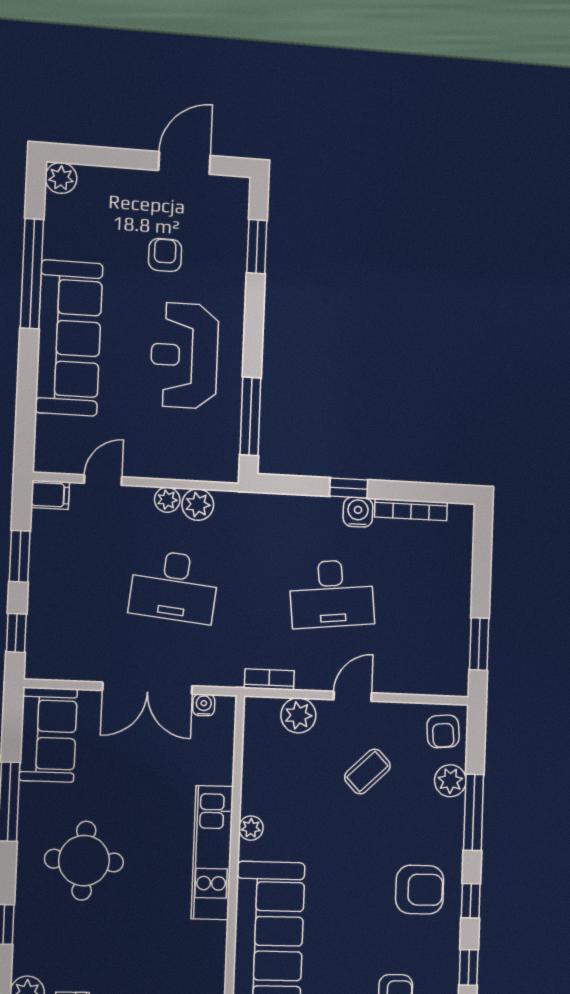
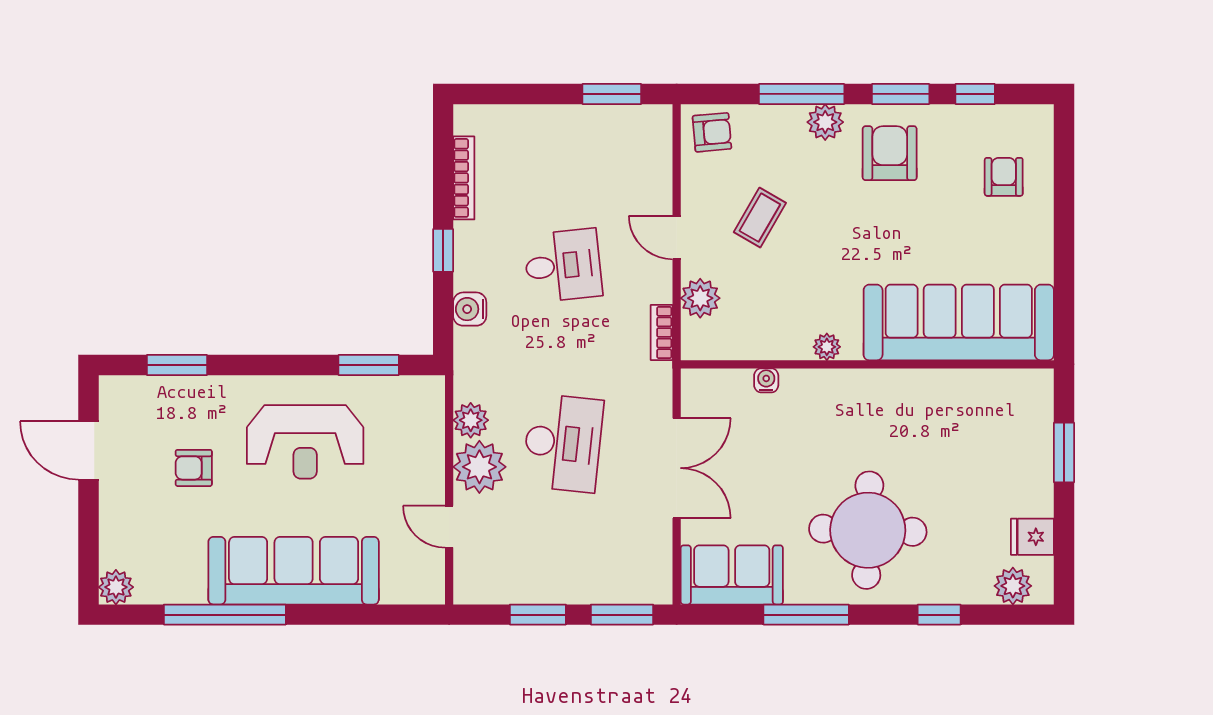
window: (250, 416) -> (369, 365), width x0.69
filing cabinet: (50, 495) -> (468, 584), removed
plant: (167, 500) -> (479, 467), width x1.88, depth x1.88
water cooler: (358, 512) -> (470, 309), moved
desk: (332, 594) -> (563, 266), width x0.73
window: (16, 633) -> (622, 615), width x1.50
water cooler: (204, 705) -> (766, 380), moved, turned 90
coffee table: (367, 771) -> (760, 218), turned 74
plant: (450, 781) -> (825, 122), moved
kitchen unit: (212, 852) -> (855, 389), removed
round table: (84, 861) -> (868, 530), width x1.36, depth x1.36
window: (471, 901) -> (901, 94), width x1.50

